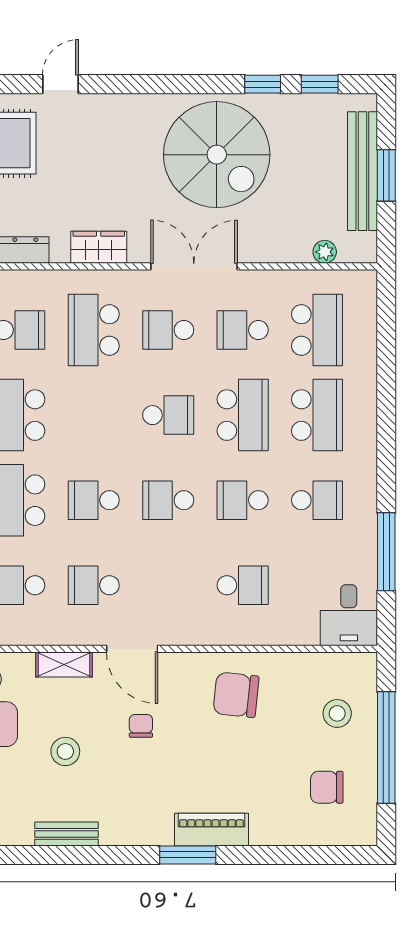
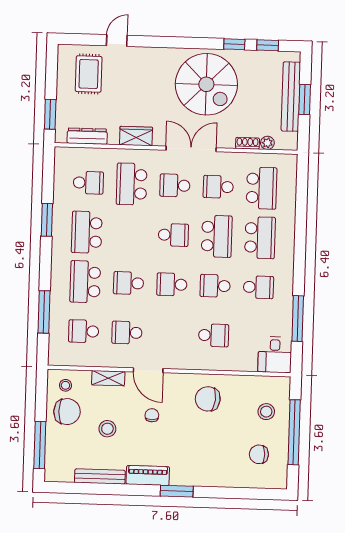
shoe rack: (290, 254) -> (247, 143), added
piano: (212, 830) -> (148, 475), moved
bench: (67, 834) -> (100, 477), width x1.36

